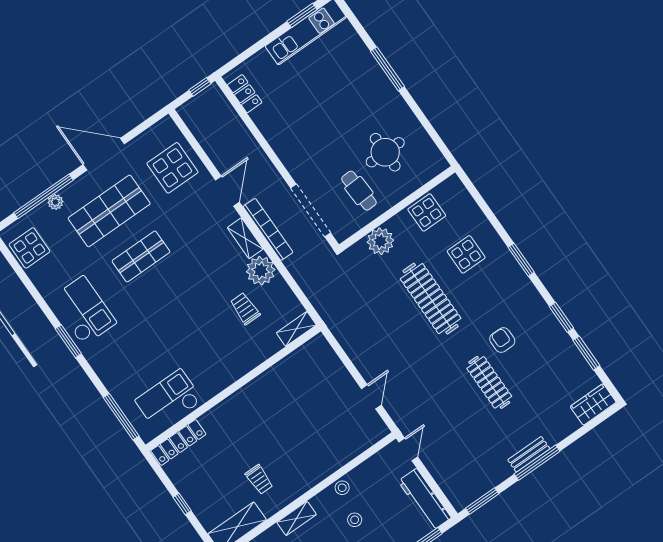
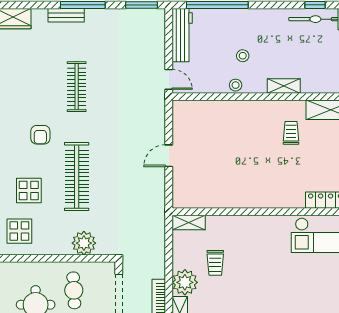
display table: (427, 212) -> (19, 231), moved
armchair: (502, 340) -> (40, 135), moved
door: (371, 397) -> (169, 156), moved
door: (408, 449) -> (169, 79), swing flipped
bench: (529, 454) -> (66, 15), moved

